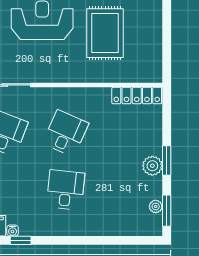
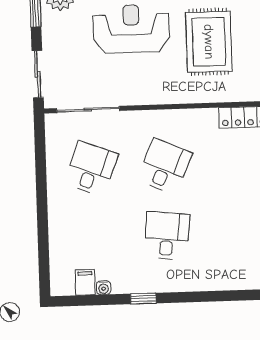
window: (21, 240) -> (143, 298), moved

